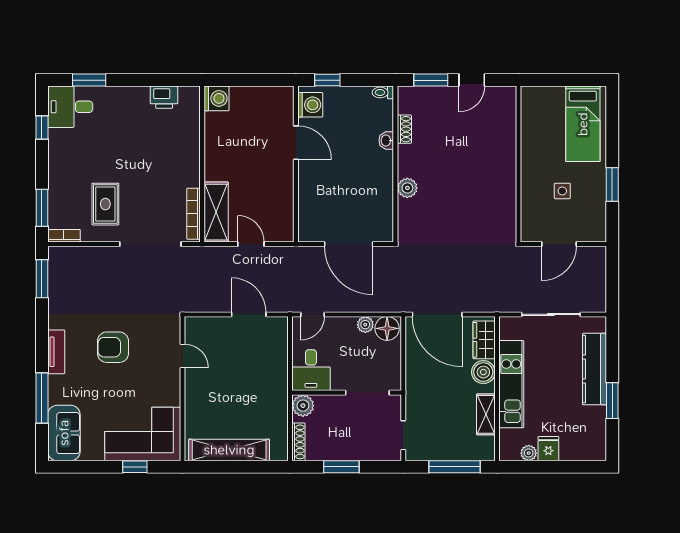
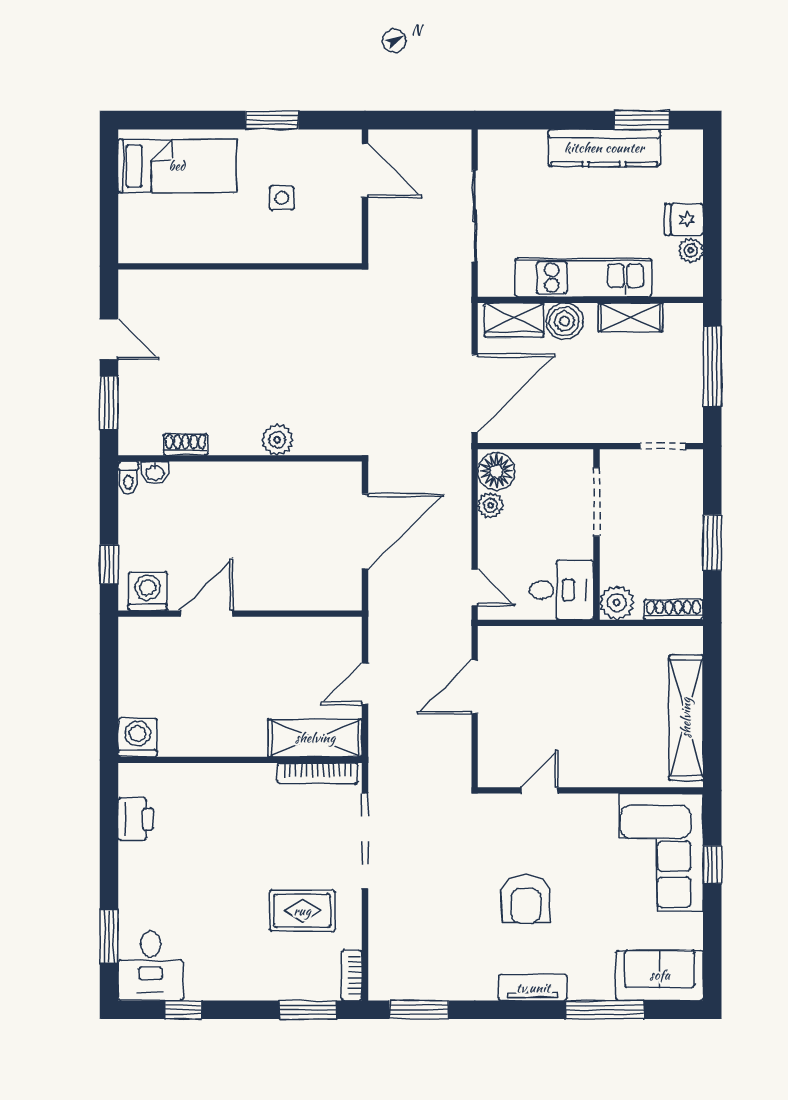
washbasin: (386, 140) -> (155, 473), moved
door: (559, 244) -> (365, 170), moved
kitchen counter: (594, 369) -> (604, 148), moved
window: (612, 401) -> (642, 120), moved

